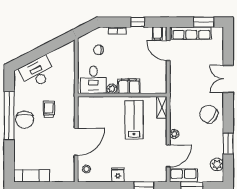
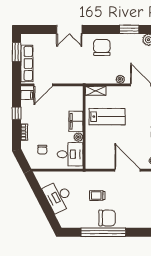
desk: (37, 72) -> (58, 197), moved
chair: (209, 114) -> (102, 47), turned 146
lab bench: (134, 120) -> (107, 117), turned 180

